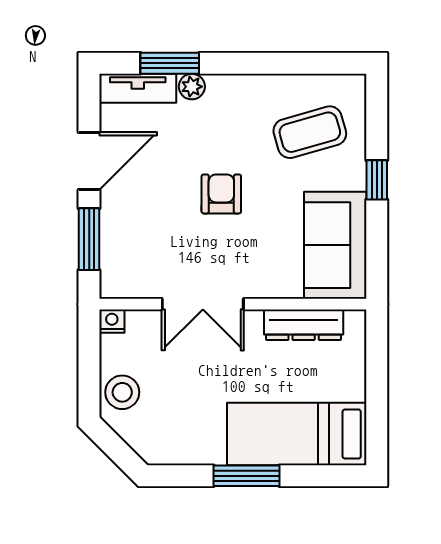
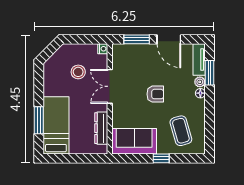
floor lamp: (219, 85) -> (200, 93), added
stool: (122, 392) -> (78, 72), moved
window: (247, 476) -> (39, 120), moved

